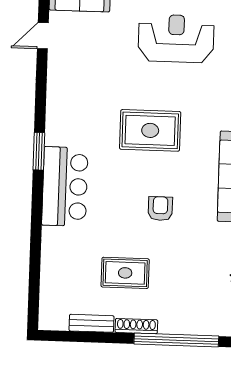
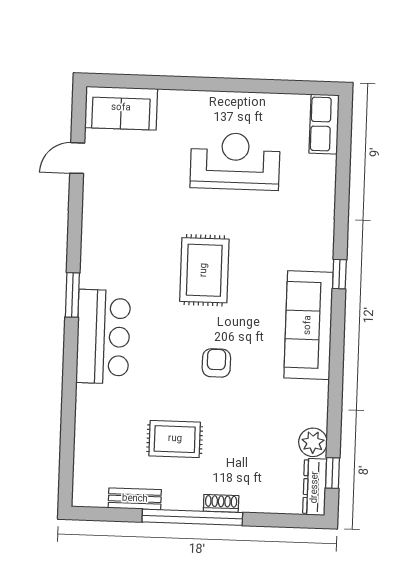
rug: (150, 130) -> (204, 270), turned 90
shoe rack: (136, 326) -> (221, 503), moved, width x0.70
window: (176, 340) -> (192, 517), moved

